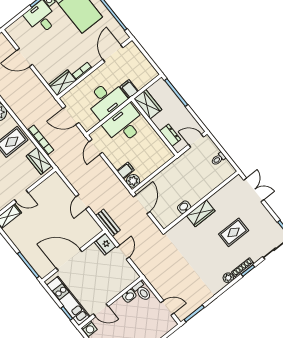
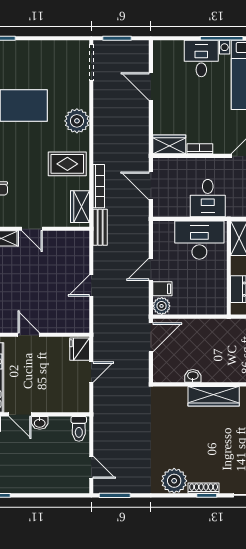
filing cabinet: (129, 89) -> (234, 207), removed
desk: (106, 99) -> (208, 198), width x0.73
door: (96, 147) -> (151, 269), moved
wardrobe: (201, 213) -> (214, 396), width x1.50
bench: (108, 223) -> (100, 227), moved
rug: (234, 232) -> (224, 444), removed
door: (69, 260) -> (29, 335), width x0.53
plant: (228, 278) -> (174, 481), width x1.87, depth x1.87
washbasin: (129, 296) -> (40, 423), moved

